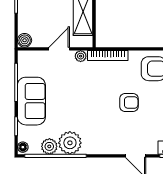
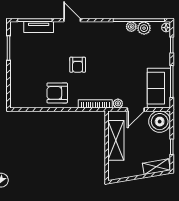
boiler: (25, 40) -> (160, 122), width x1.86, depth x1.86
sofa: (31, 101) -> (159, 88), moved
armchair: (129, 103) -> (78, 65), turned -90
plant: (70, 143) -> (131, 27), width x0.53, depth x0.53

